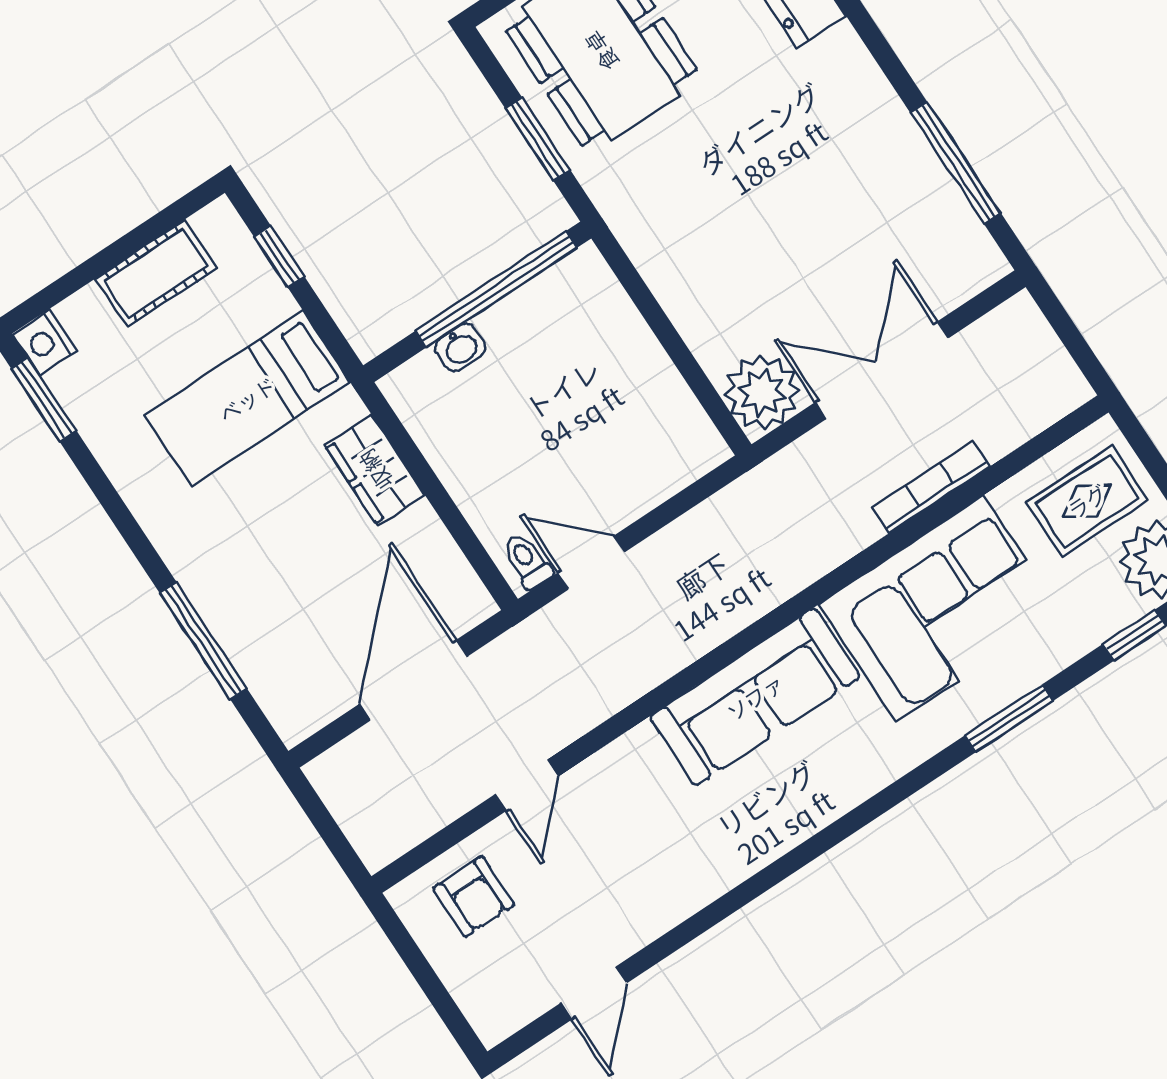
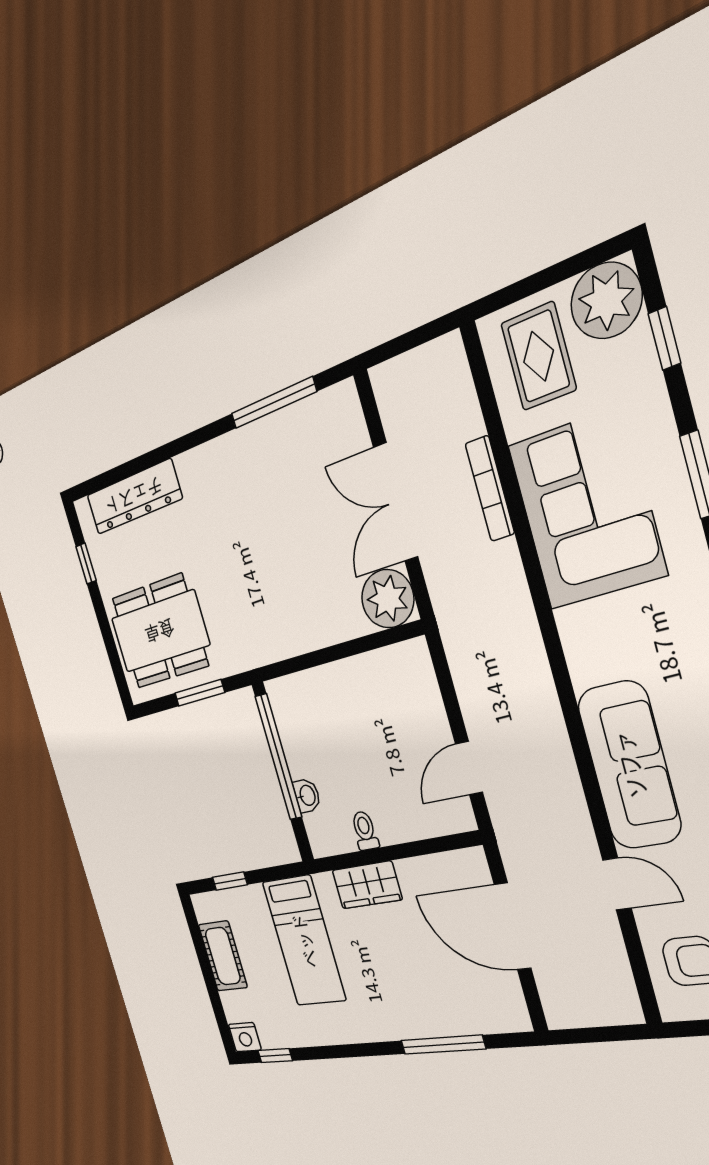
window: (44, 399) -> (275, 1056), width x0.67
toilet: (527, 561) -> (365, 831), moved, turned 90
sofa: (755, 697) -> (629, 765), moved

